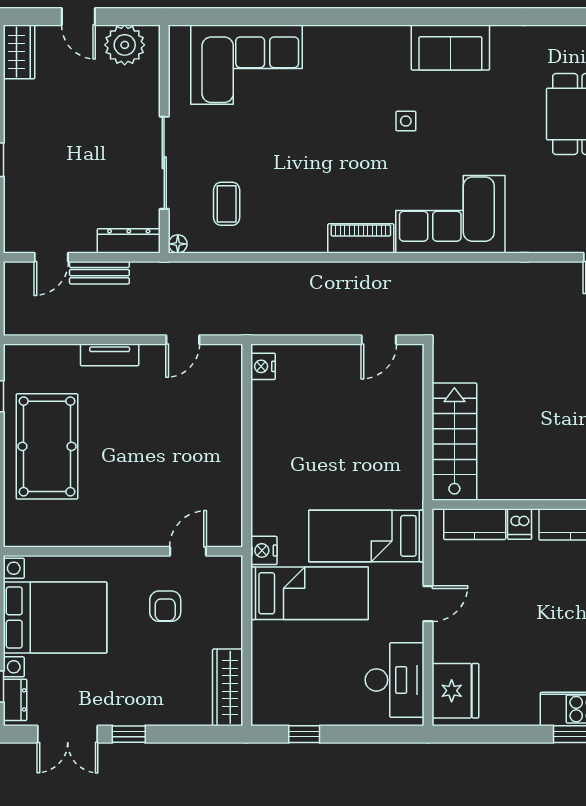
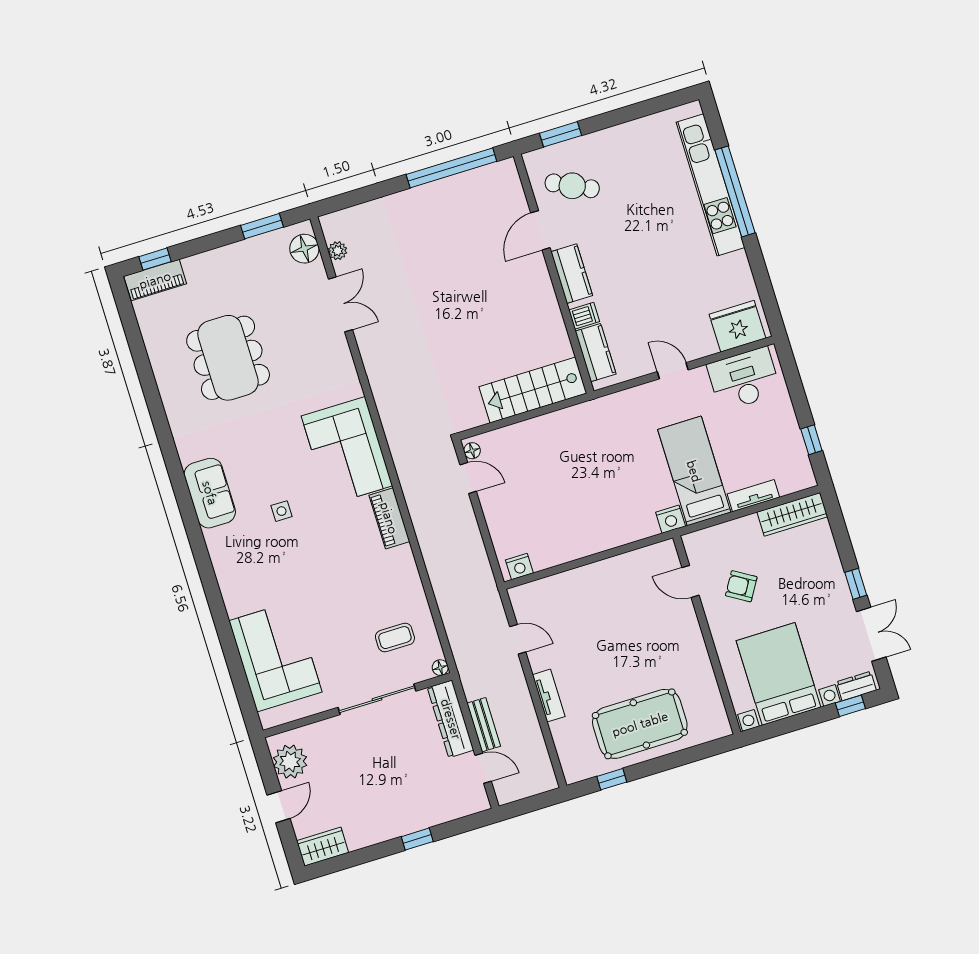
dresser: (129, 241) -> (451, 719), width x1.37, depth x1.24
floor lamp: (408, 353) -> (472, 451), added
bed: (366, 536) -> (633, 439), removed
armchair: (165, 606) -> (741, 586), turned -149
tv unit: (262, 650) -> (753, 496), added

